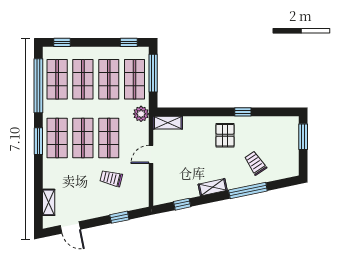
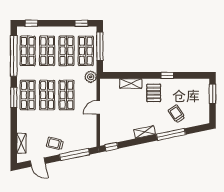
shelving: (168, 123) -> (131, 83), moved
trolley: (111, 178) -> (55, 144), moved
window: (182, 204) -> (111, 147), moved
window: (119, 217) -> (75, 154), width x2.17

